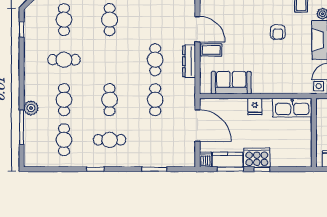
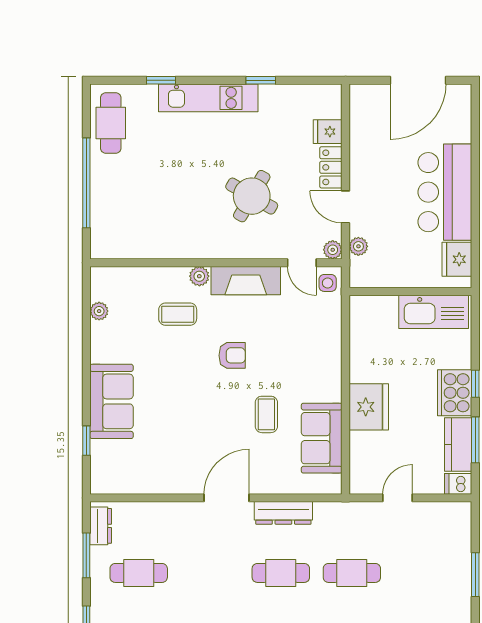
coffee table: (211, 50) -> (266, 414), moved
fridge: (255, 107) -> (369, 407), width x1.88, depth x1.34
kitchen sink: (292, 108) -> (434, 312), moved, turned 90
door: (198, 126) -> (398, 498), width x0.53

